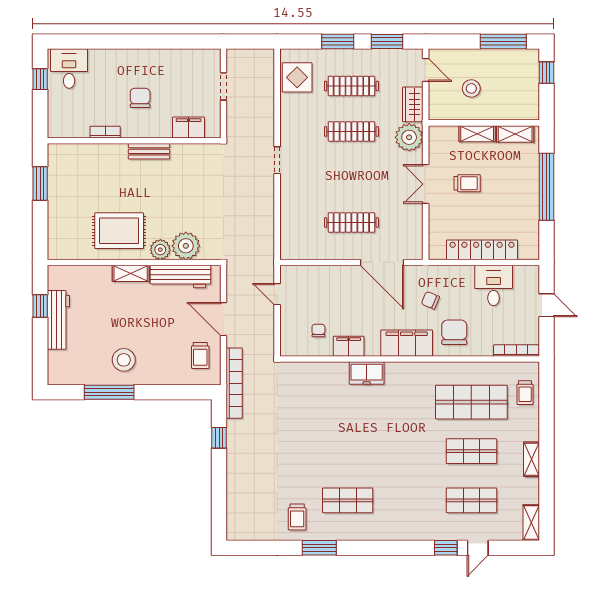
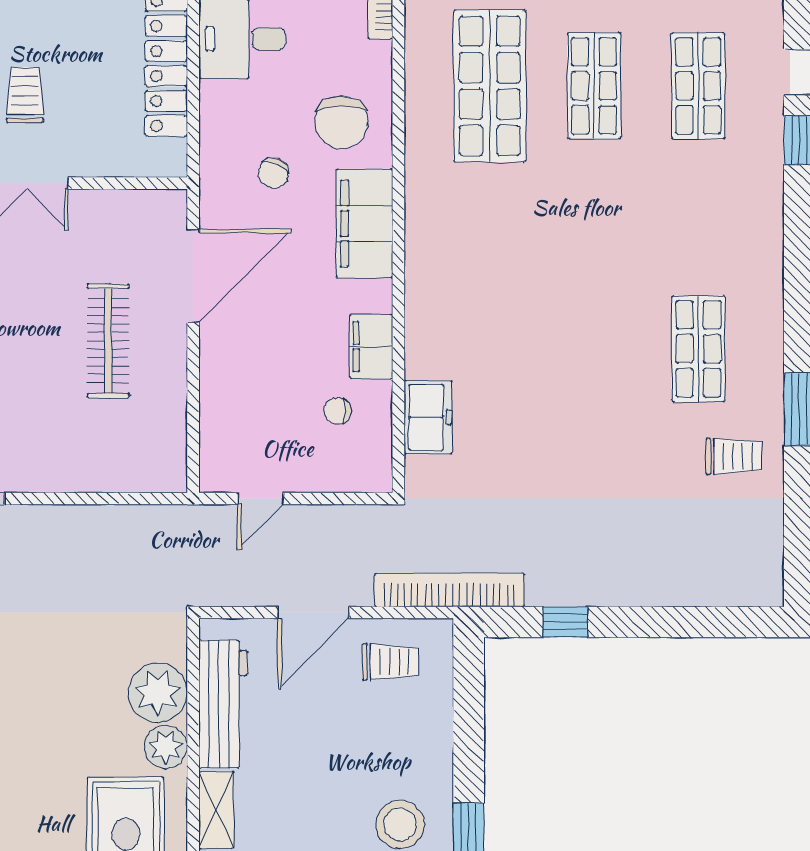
chair: (454, 332) -> (341, 122), turned -90
freezer: (367, 373) -> (428, 417), moved

